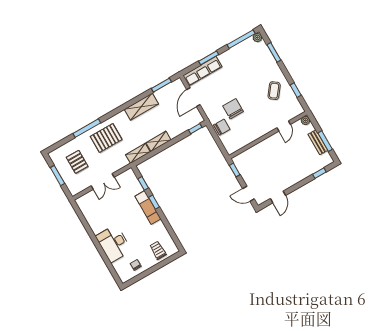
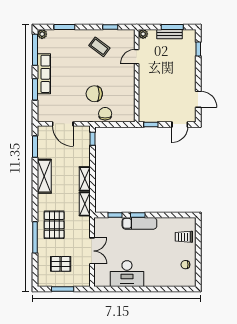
row of seats: (202, 71) -> (44, 74), moved
door: (284, 126) -> (137, 57), swing flipped
desk: (114, 243) -> (127, 274), moved

